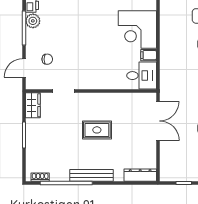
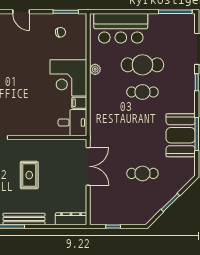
plant: (165, 21) -> (95, 69), added
rug: (97, 130) -> (29, 175), turned 90

